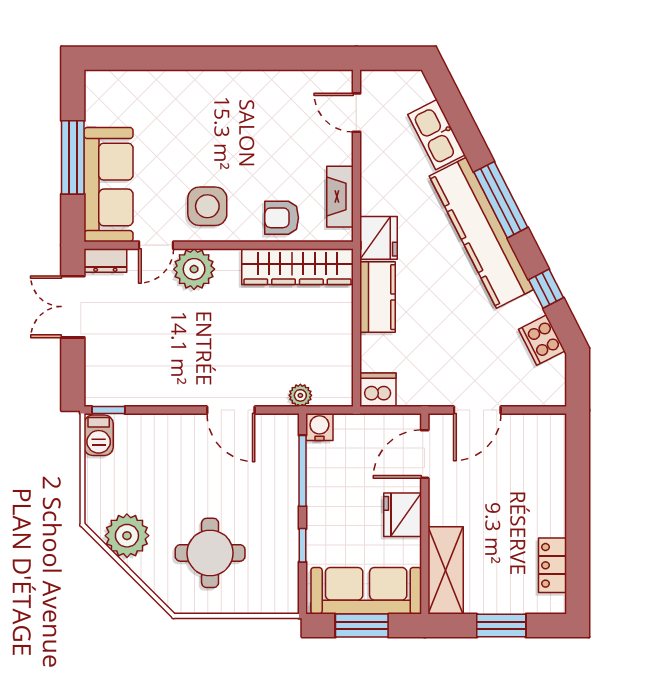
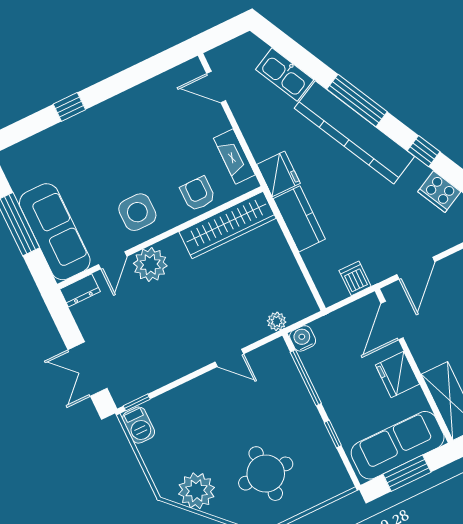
window: (189, 58) -> (69, 107), added
armchair: (282, 218) -> (198, 194), turned 90
double door: (73, 307) -> (88, 369), moved
dishwasher: (378, 390) -> (355, 278), moved, width x0.73
door: (231, 410) -> (229, 358), width x0.73

